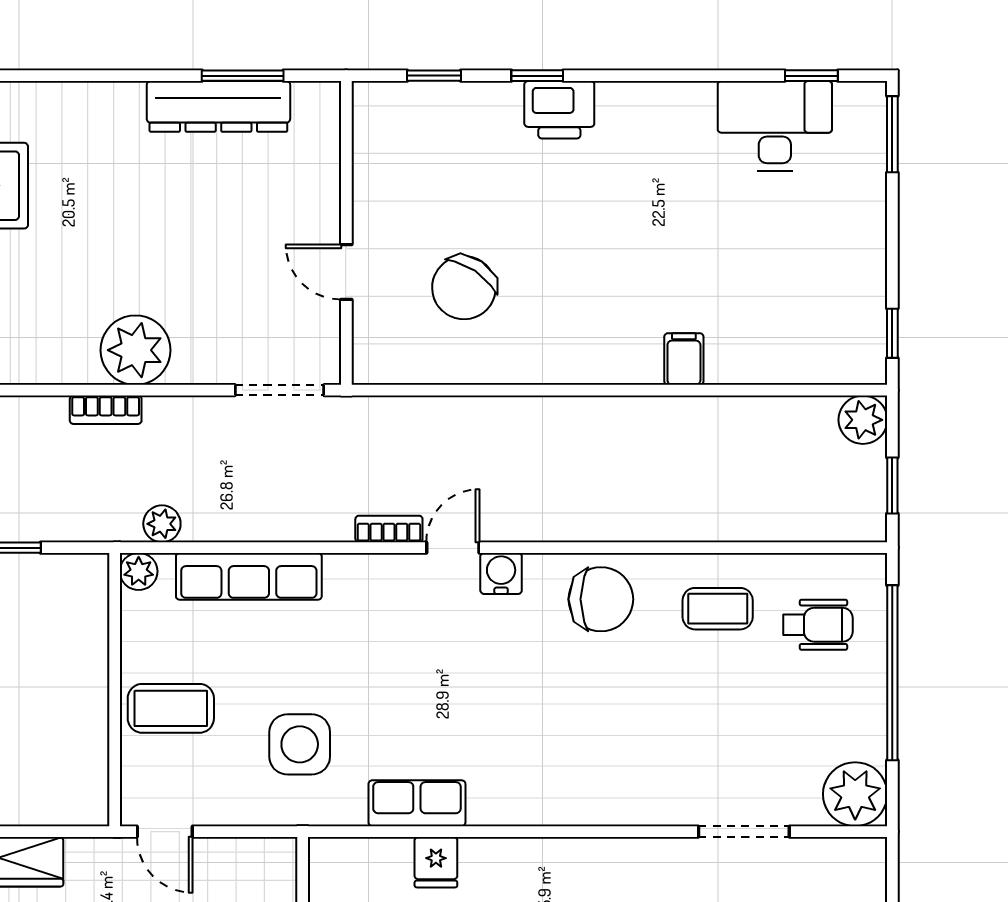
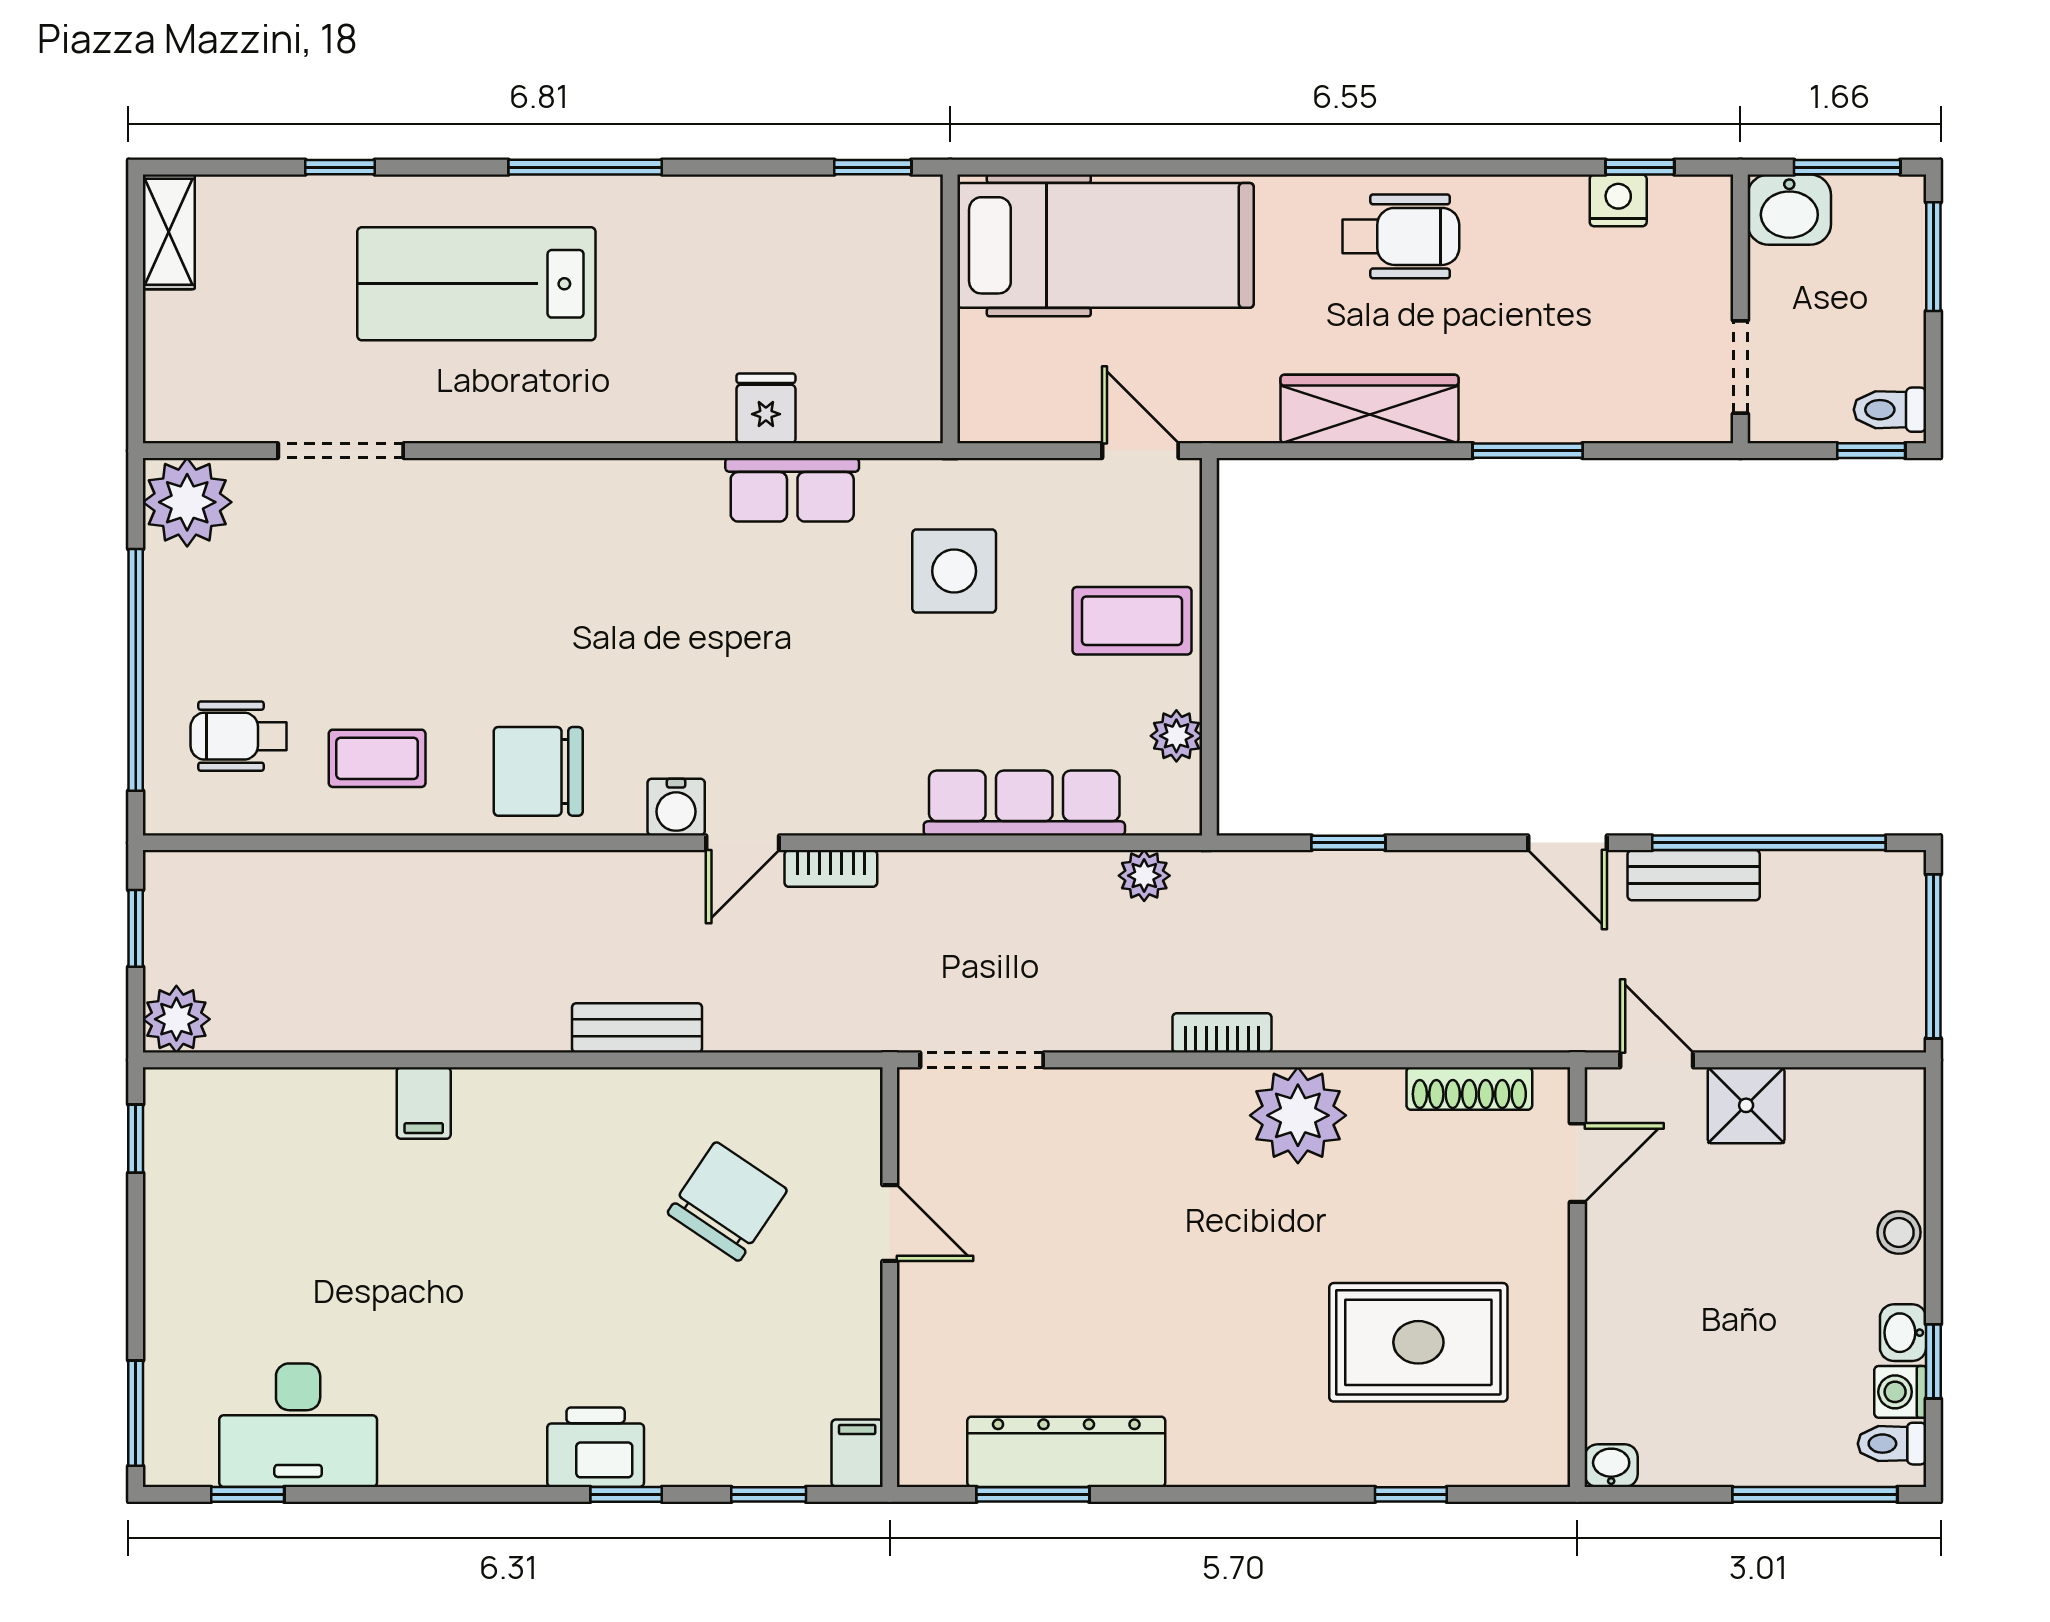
filing cabinet: (370, 105) -> (857, 1453), added
plant: (135, 350) -> (1298, 1115), moved
bench: (529, 413) -> (637, 1028), added
plant: (139, 571) -> (1176, 736), moved

